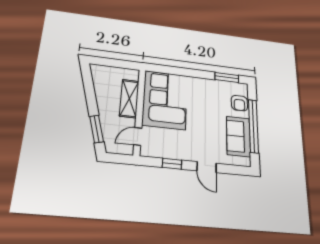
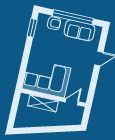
window: (97, 129) -> (63, 129), removed
door: (138, 136) -> (72, 102), swing flipped
window: (172, 164) -> (94, 82), removed

